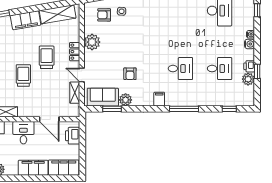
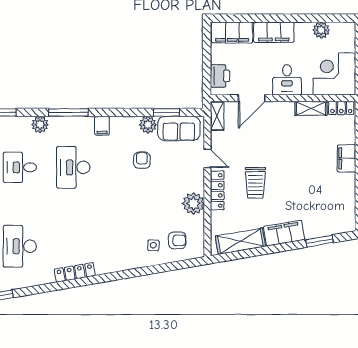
locker: (75, 52) -> (217, 190), width x1.53
desk: (180, 69) -> (73, 167), width x1.37
trolley: (23, 75) -> (287, 158), removed
shelving: (75, 93) -> (217, 116), moved
plant: (205, 100) -> (40, 125), added
door: (49, 119) -> (252, 98), swing flipped

